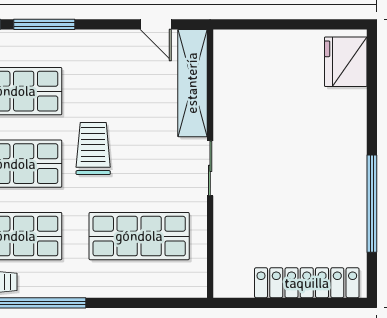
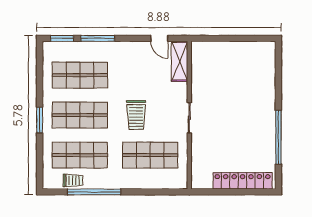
fridge: (346, 62) -> (264, 59), removed
shelving: (192, 83) -> (180, 61), width x0.68
trolley: (93, 148) -> (136, 115), moved, turned 180

